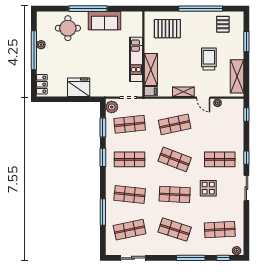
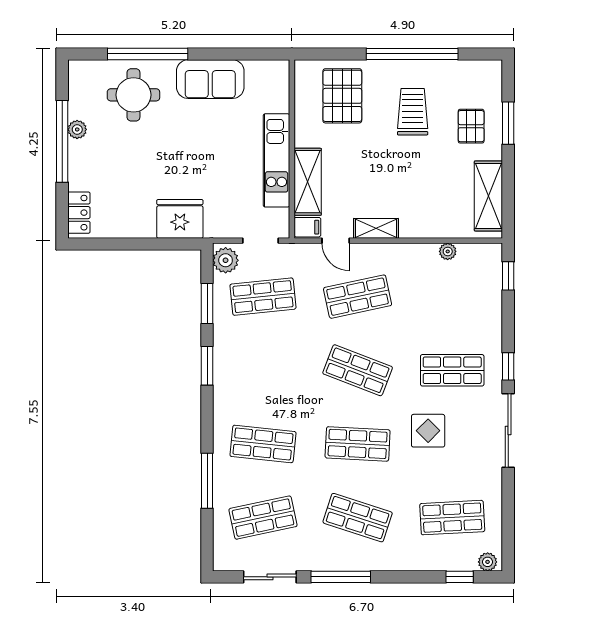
window: (88, 9) -> (148, 54), moved
pallet: (223, 24) -> (471, 126), moved
pallet: (167, 29) -> (342, 96), turned 90
trolley: (209, 59) -> (413, 112), moved
fridge: (79, 87) -> (180, 219), moved
door: (203, 98) -> (336, 241), moved
shop shelf: (130, 159) -> (263, 370), removed
sliding door: (246, 188) -> (508, 430), width x1.37
window: (191, 258) -> (341, 577), moved

